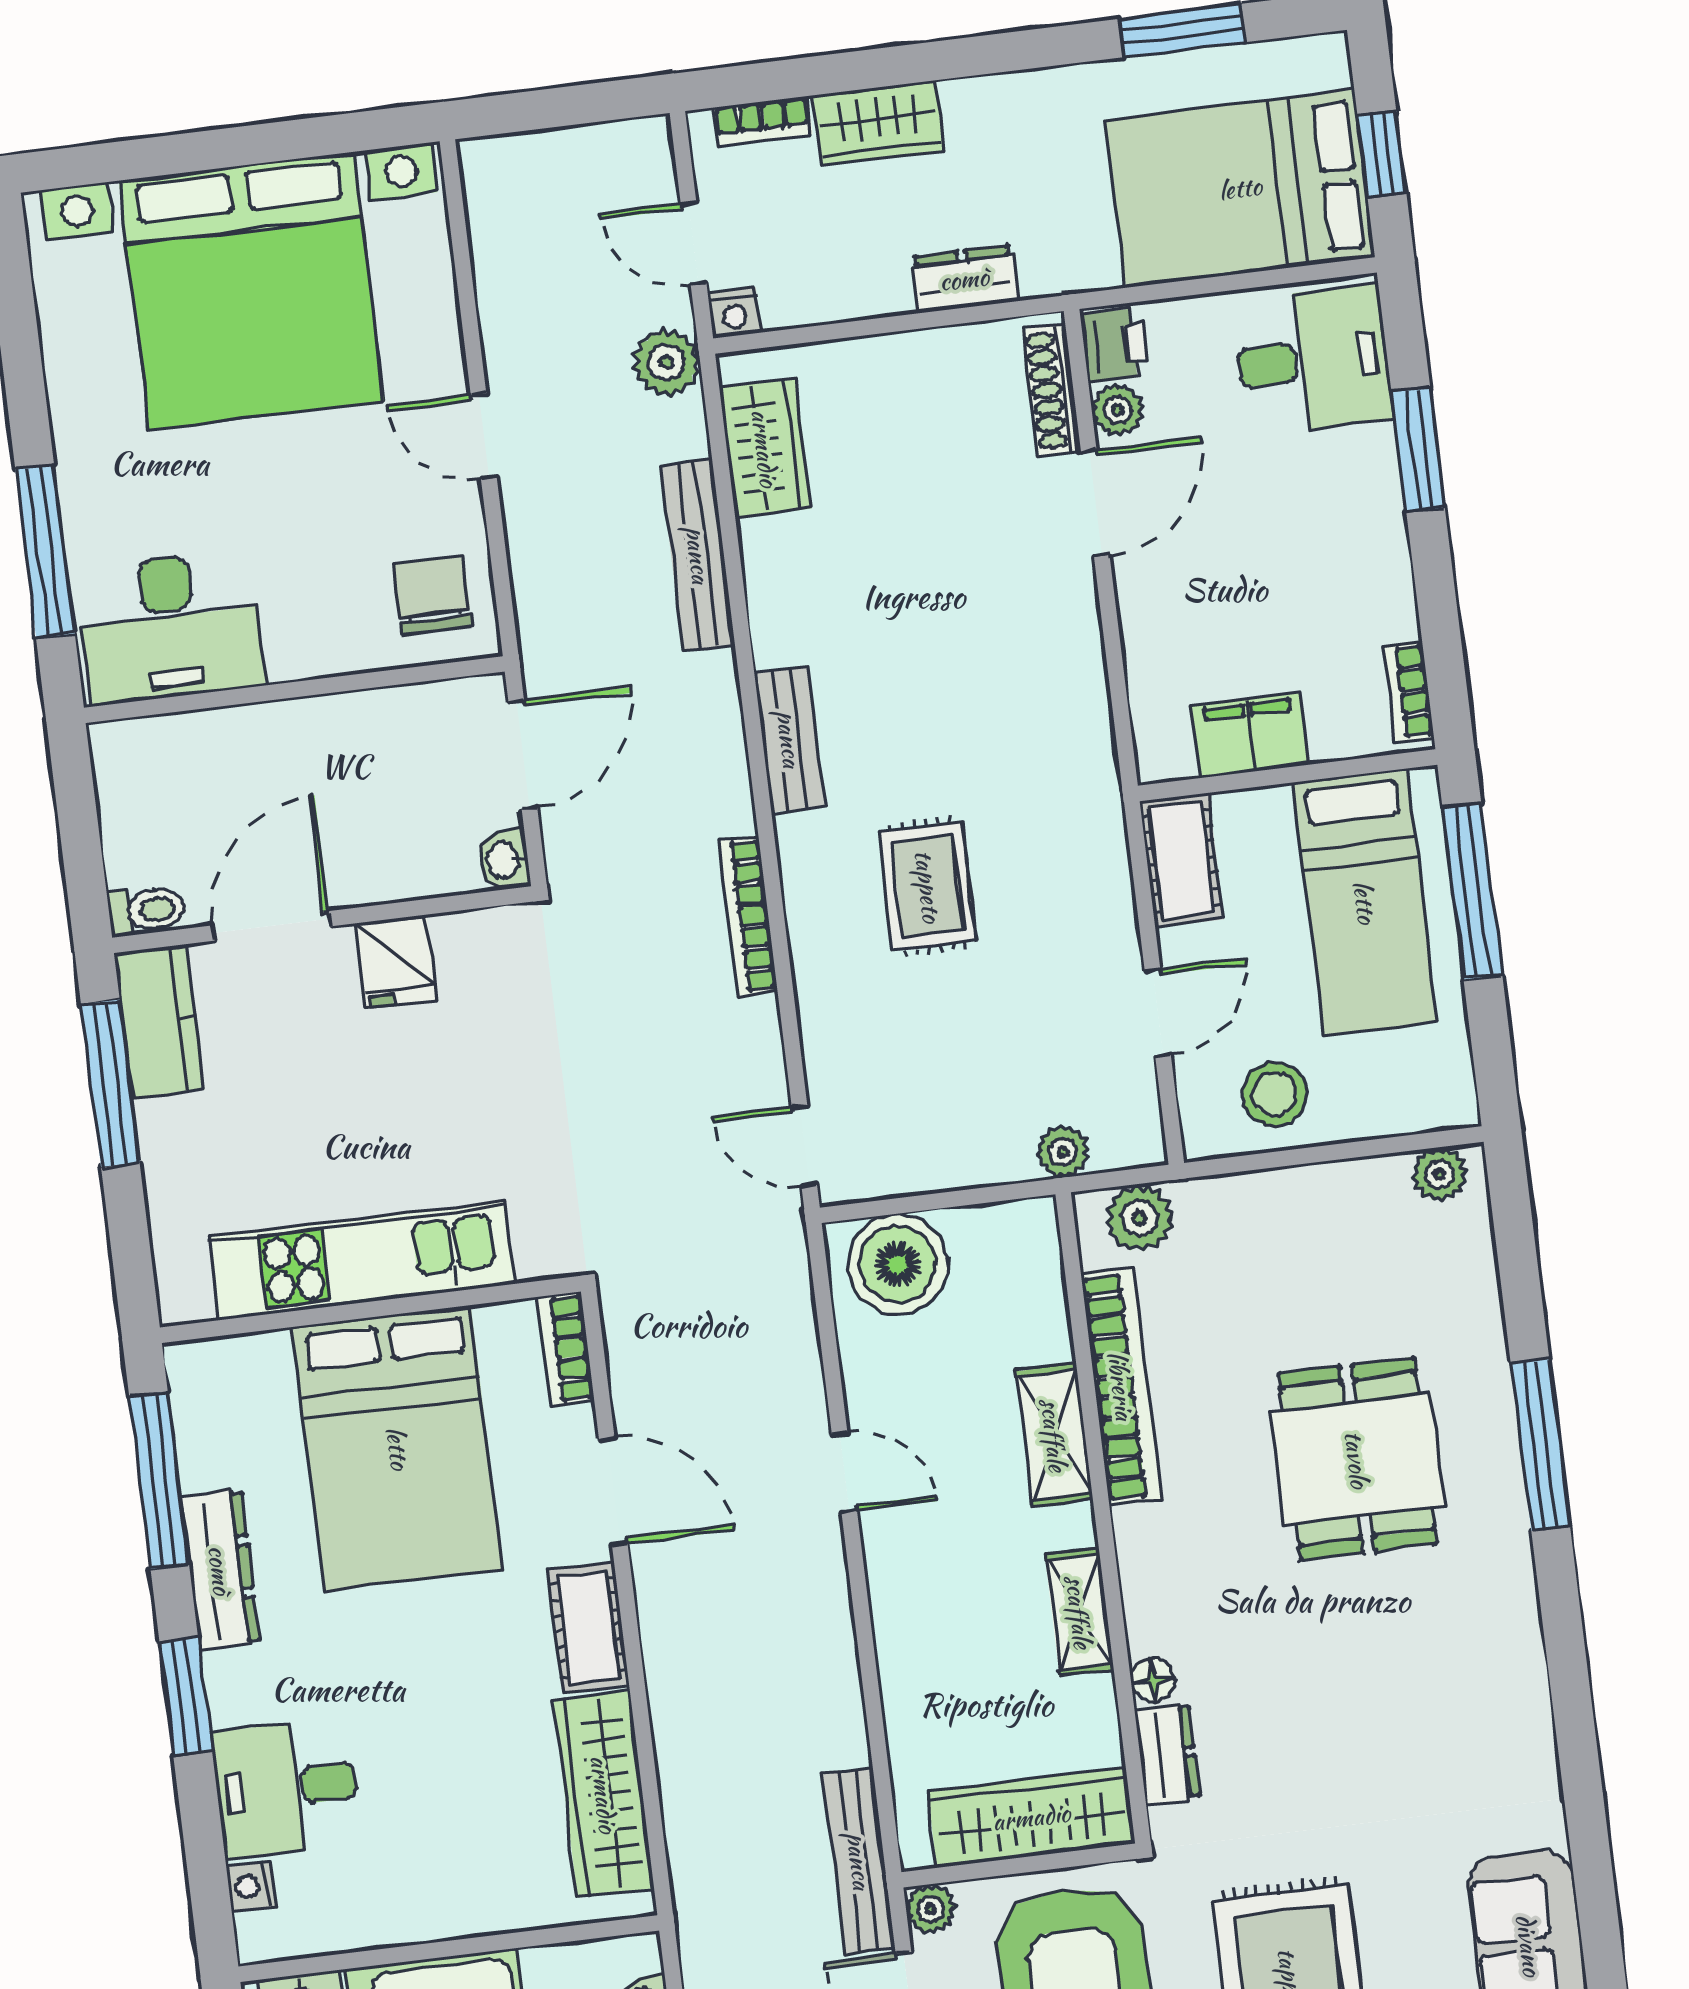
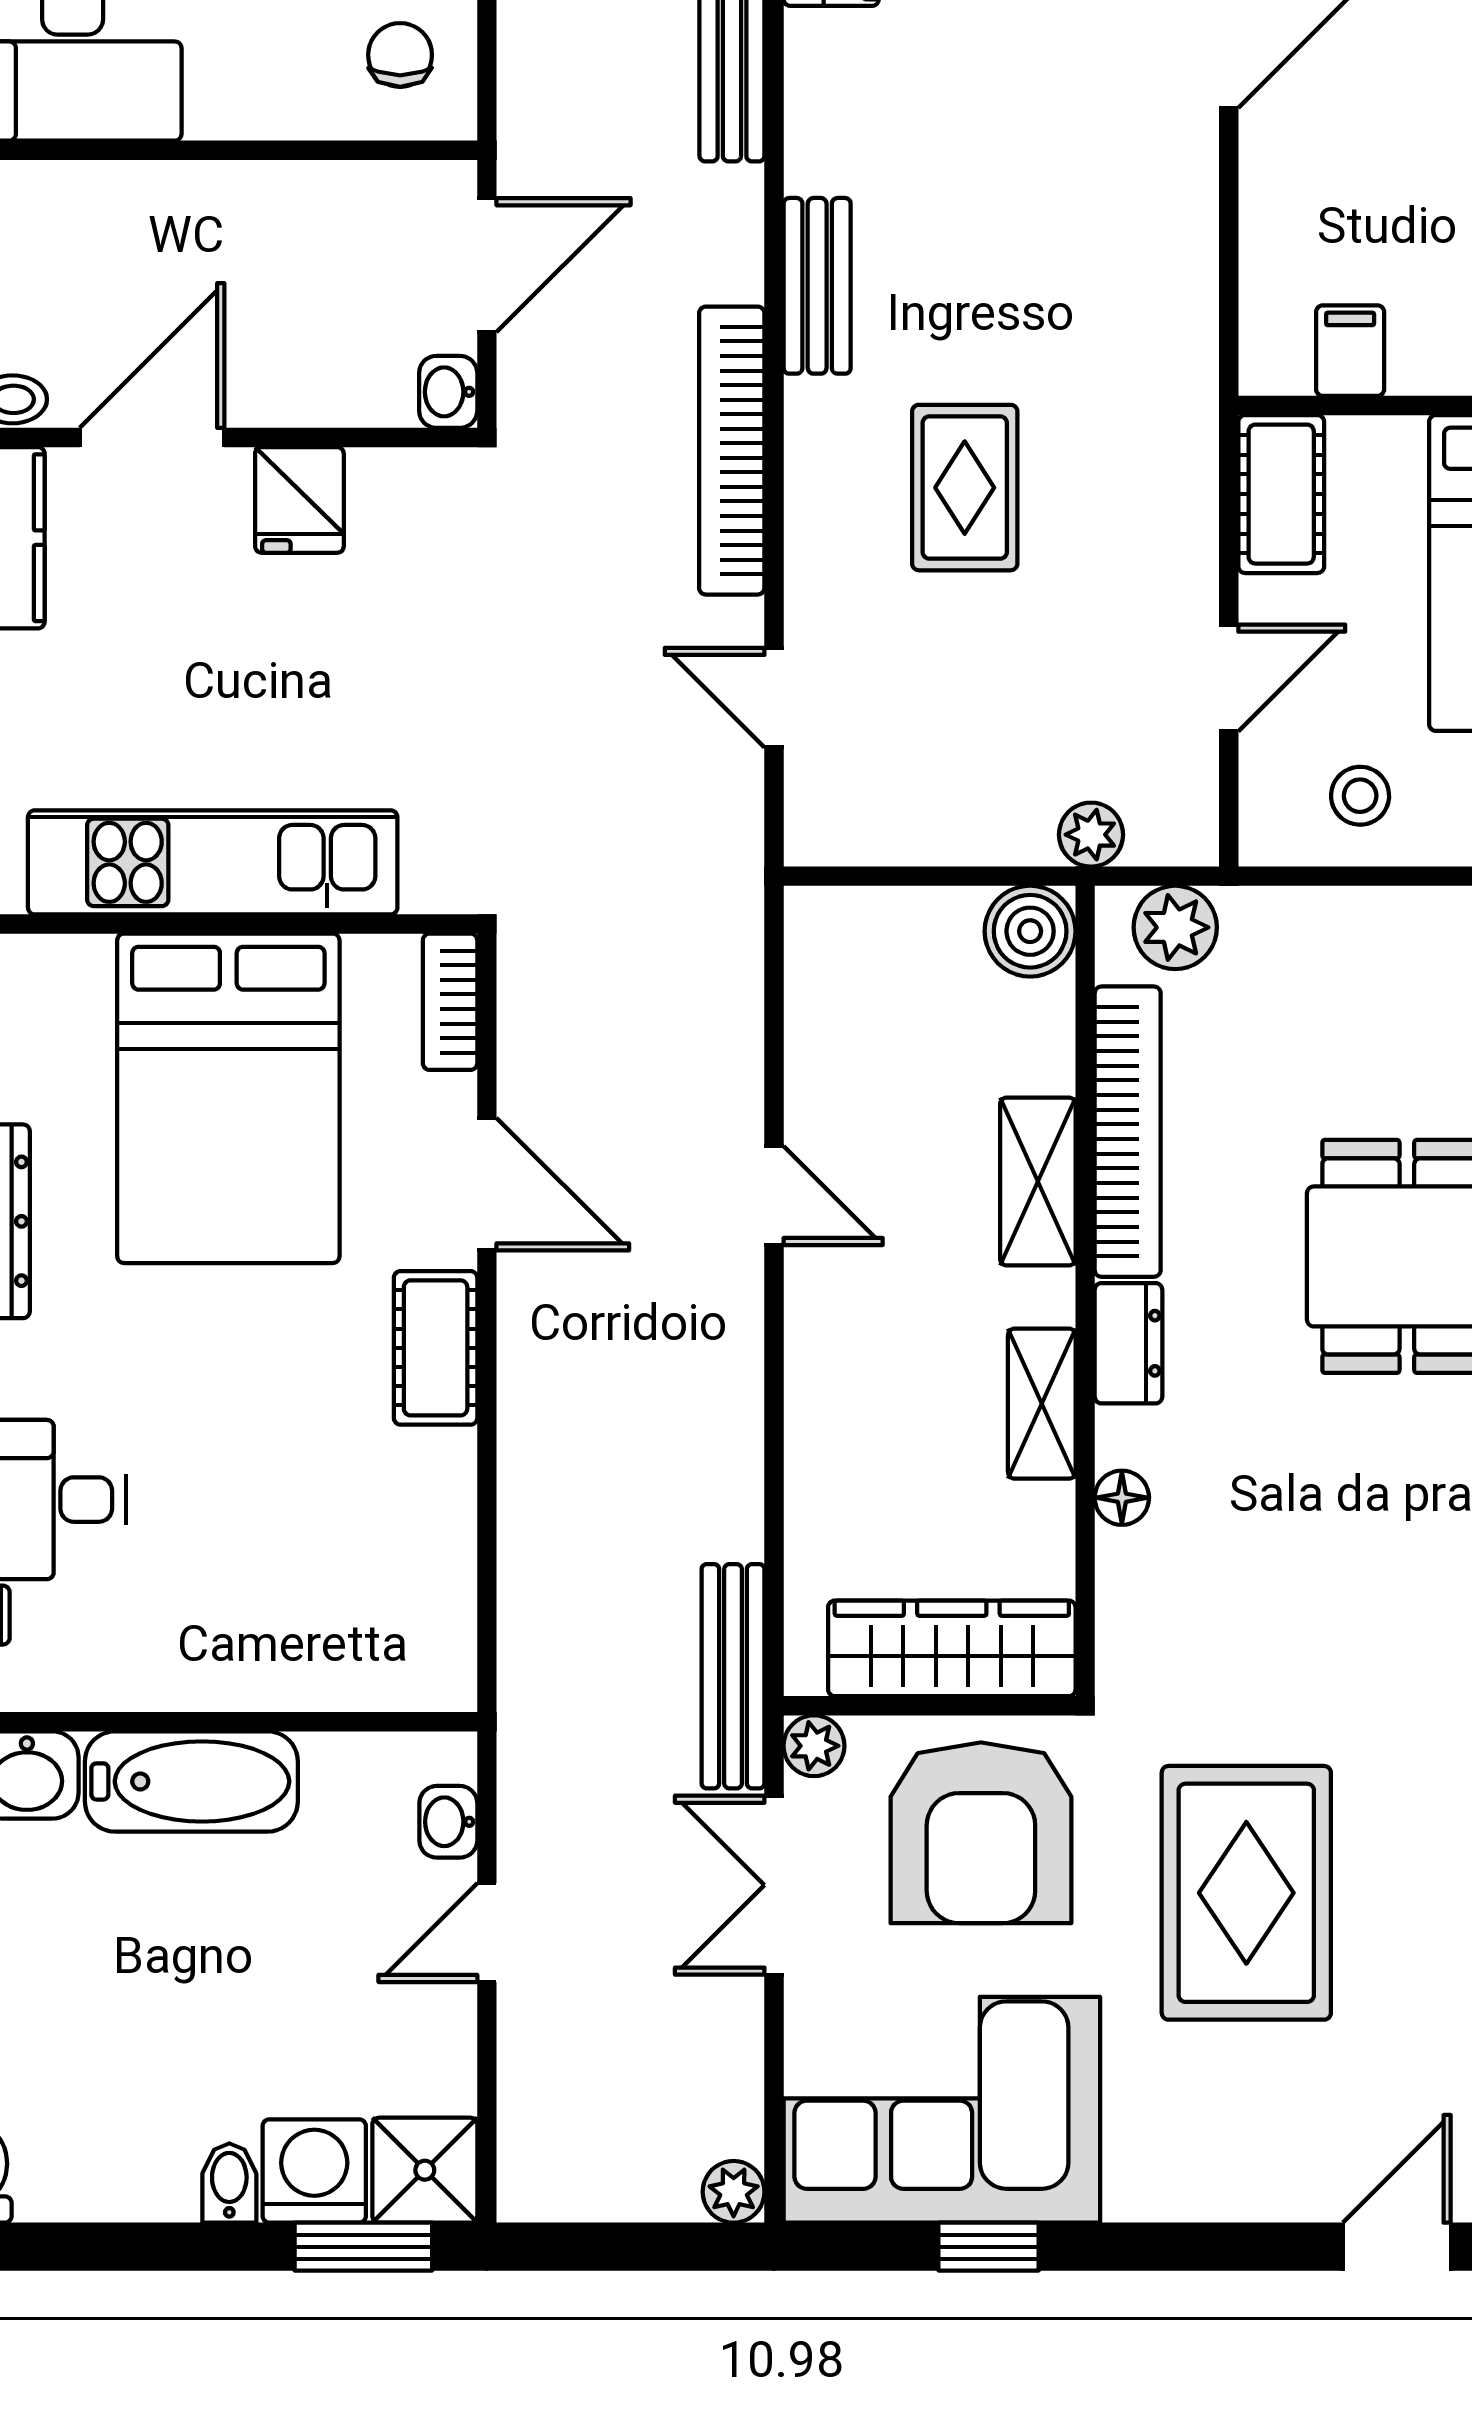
chair: (433, 595) -> (400, 55), width x0.73, depth x0.73
filing cabinet: (1250, 735) -> (1350, 351), width x0.50
bookcase: (748, 916) -> (732, 451), width x1.48, depth x1.31
stool: (1275, 1094) -> (1360, 796), width x0.73, depth x0.73
door: (804, 1146) -> (774, 698), moved
boiler: (898, 1264) -> (1030, 931), moved, width x0.73, depth x0.73
dresser: (1167, 1754) -> (1128, 1343), moved
wardrobe: (604, 1794) -> (429, 1555), removed

